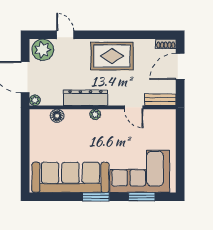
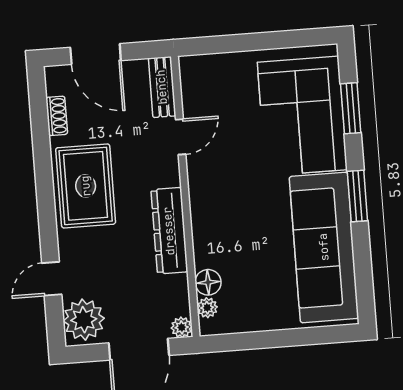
shoe rack: (166, 44) -> (57, 116), moved
plant: (95, 114) -> (207, 308), moved

